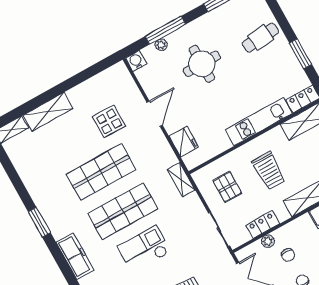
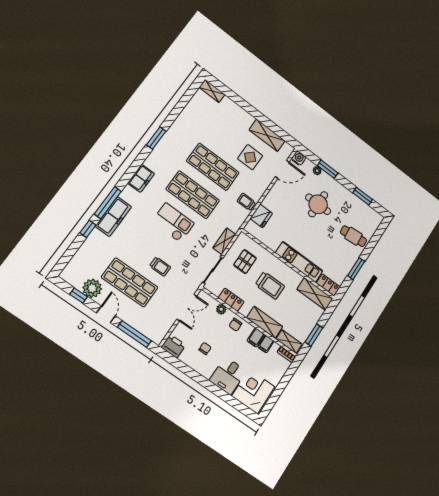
window: (165, 30) -> (328, 169), width x0.69
shelving: (48, 112) -> (267, 135), moved
door: (155, 114) -> (282, 169), moved
trolley: (159, 152) -> (246, 202), added
trolley: (269, 171) -> (270, 285), turned -90
shelving: (181, 180) -> (224, 241), moved
chair: (288, 255) -> (235, 325), moved
freezer: (75, 256) -> (141, 178), width x0.71

